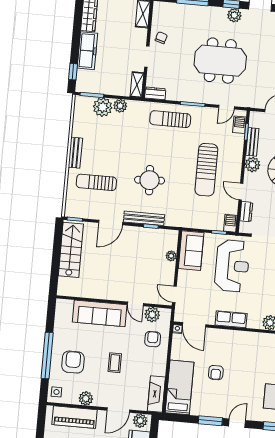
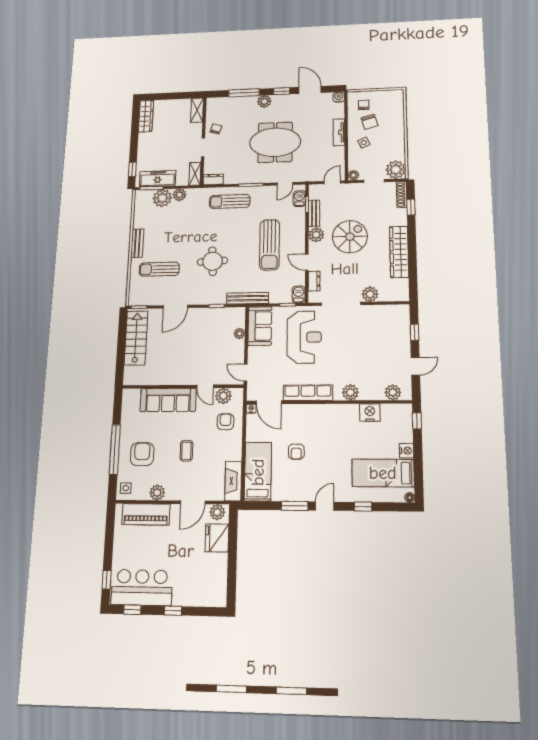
plant: (234, 15) -> (264, 101), moved
freezer: (87, 51) -> (158, 179), moved, turned -90
bench: (144, 218) -> (247, 298), moved
row of seats: (231, 319) -> (308, 393), width x1.48

